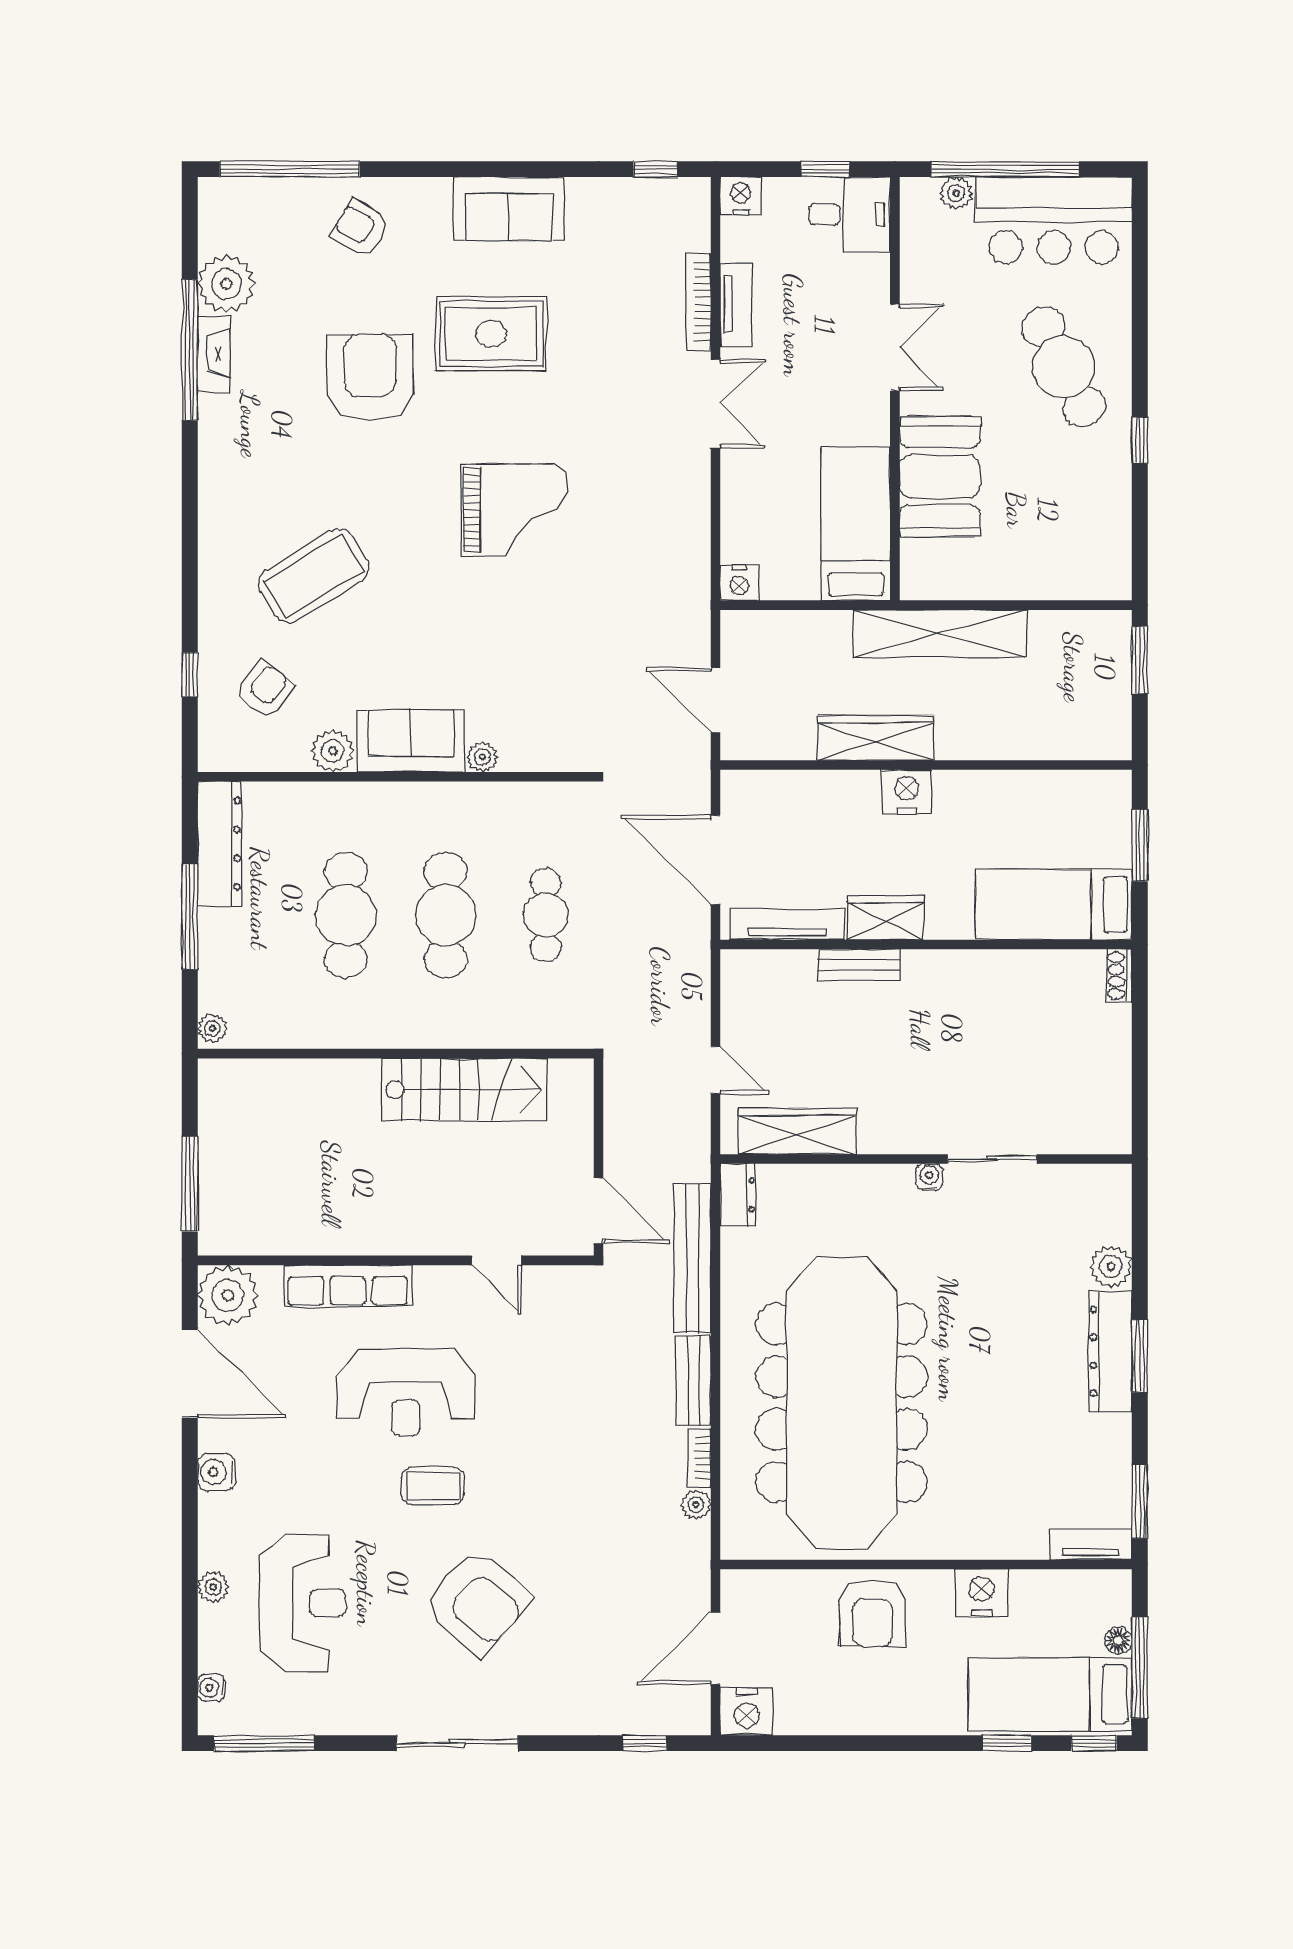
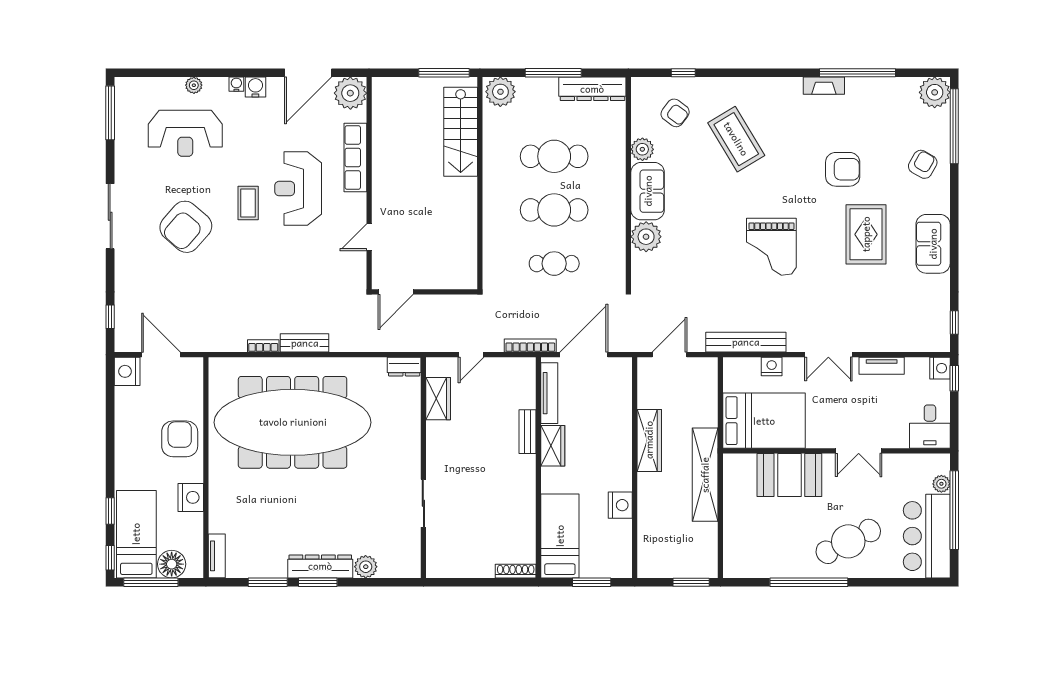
window: (825, 169) -> (954, 378), moved
plant: (226, 284) -> (935, 92), moved
bookcase: (698, 301) -> (530, 346), moved
fireplace: (214, 354) -> (824, 86), moved
armchair: (370, 377) -> (843, 169), width x0.73, depth x0.73
window: (1140, 440) -> (809, 582), width x3.17
bed: (856, 524) -> (764, 421), width x1.50
nightstand: (739, 583) -> (772, 367), moved, turned 90
plant: (482, 757) -> (646, 237), width x1.88, depth x1.88
nightstand: (907, 792) -> (620, 505), moved
shoe rack: (1119, 976) -> (516, 571), width x1.43
plant: (212, 1028) -> (500, 92), width x1.87, depth x1.87
stairs: (465, 1090) -> (461, 132), moved
wardrobe: (798, 1131) -> (438, 399), width x0.67
water cooler: (929, 1177) -> (414, 469), removed
window: (190, 1184) -> (444, 73), moved
bench: (692, 1258) -> (746, 342), moved
window: (1140, 1502) -> (268, 582), moved
plant: (696, 1505) -> (238, 344), removed
armchair: (872, 1613) -> (180, 439), turned 90
floor lamp: (1118, 1641) -> (172, 564), width x1.89, depth x1.89
water cooler: (211, 1688) -> (236, 84), moved

